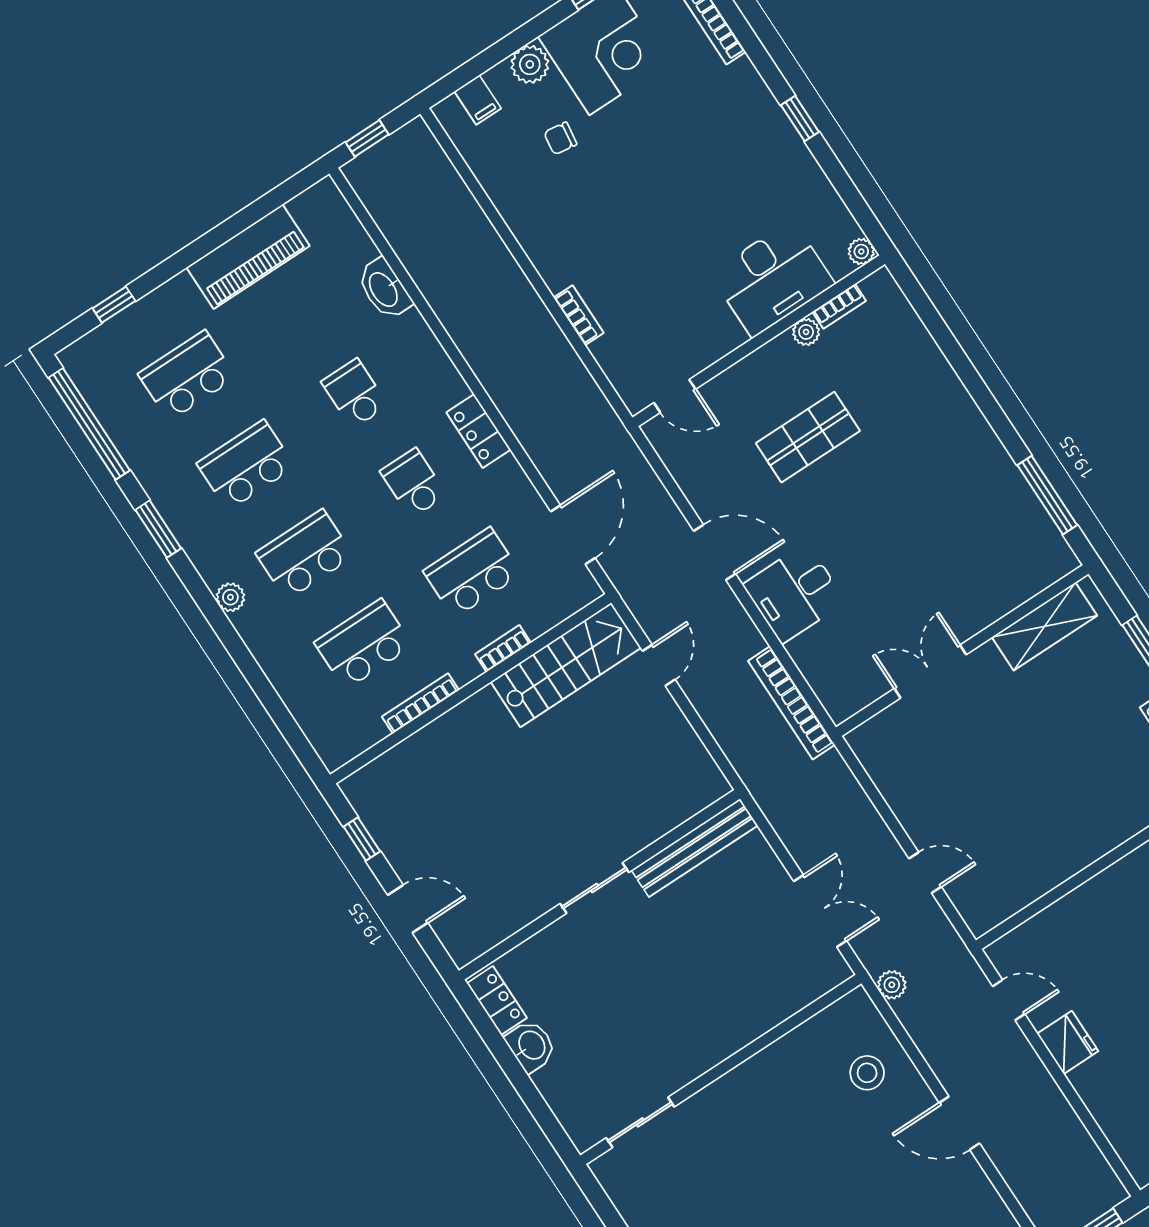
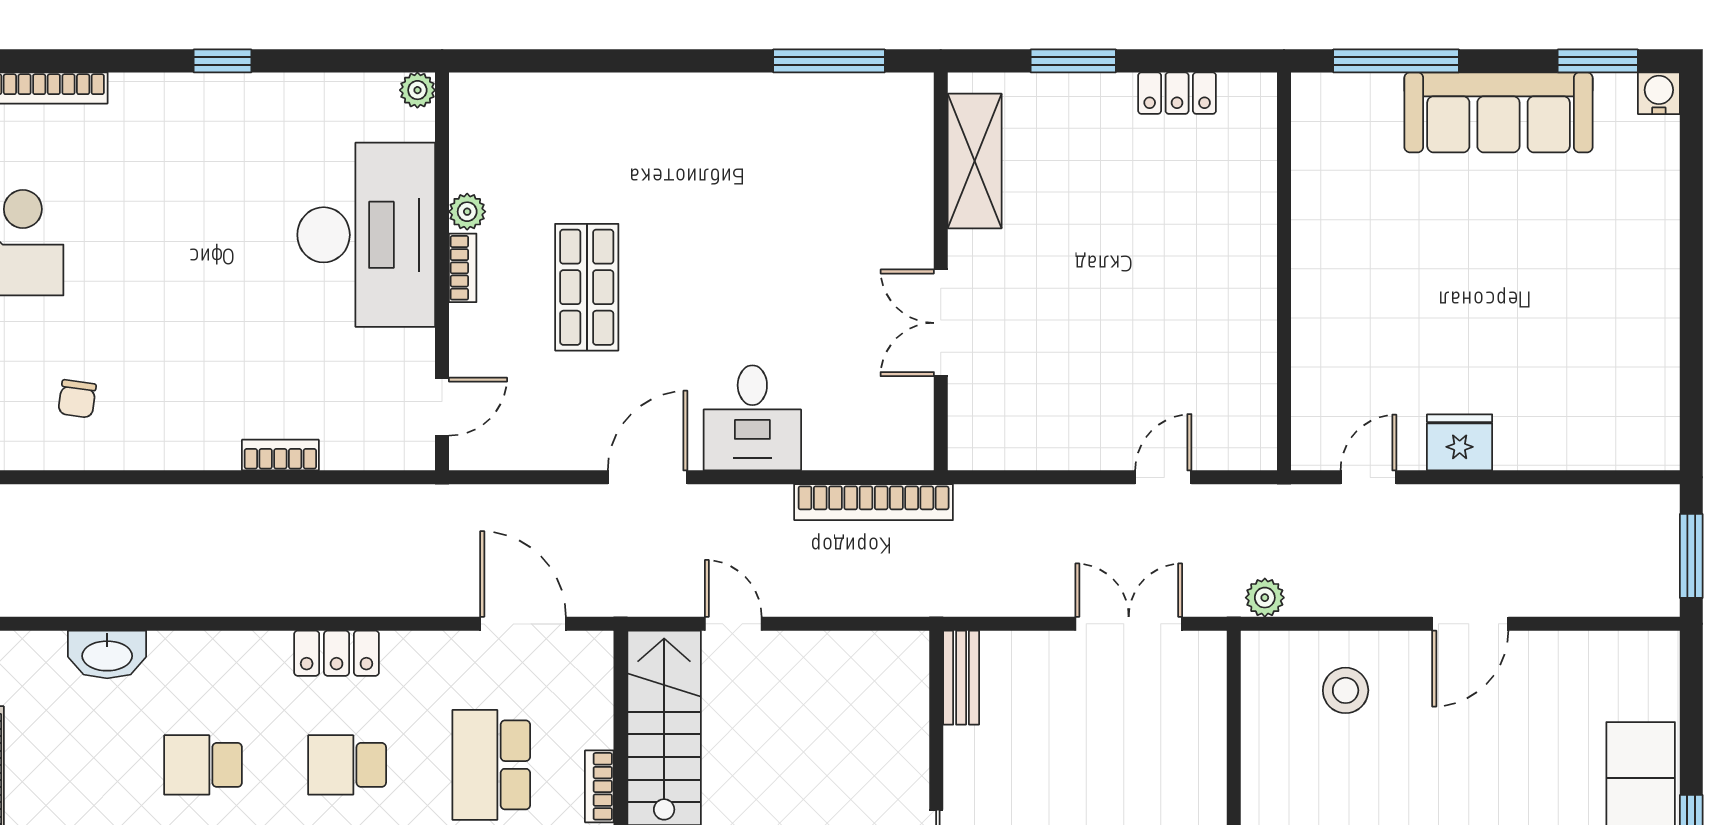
chair: (560, 138) -> (77, 399), moved
desk: (772, 279) -> (366, 235), width x1.36, depth x1.30
bookcase: (839, 306) -> (463, 268), moved
bench: (694, 848) -> (961, 678), width x0.54, depth x0.82

